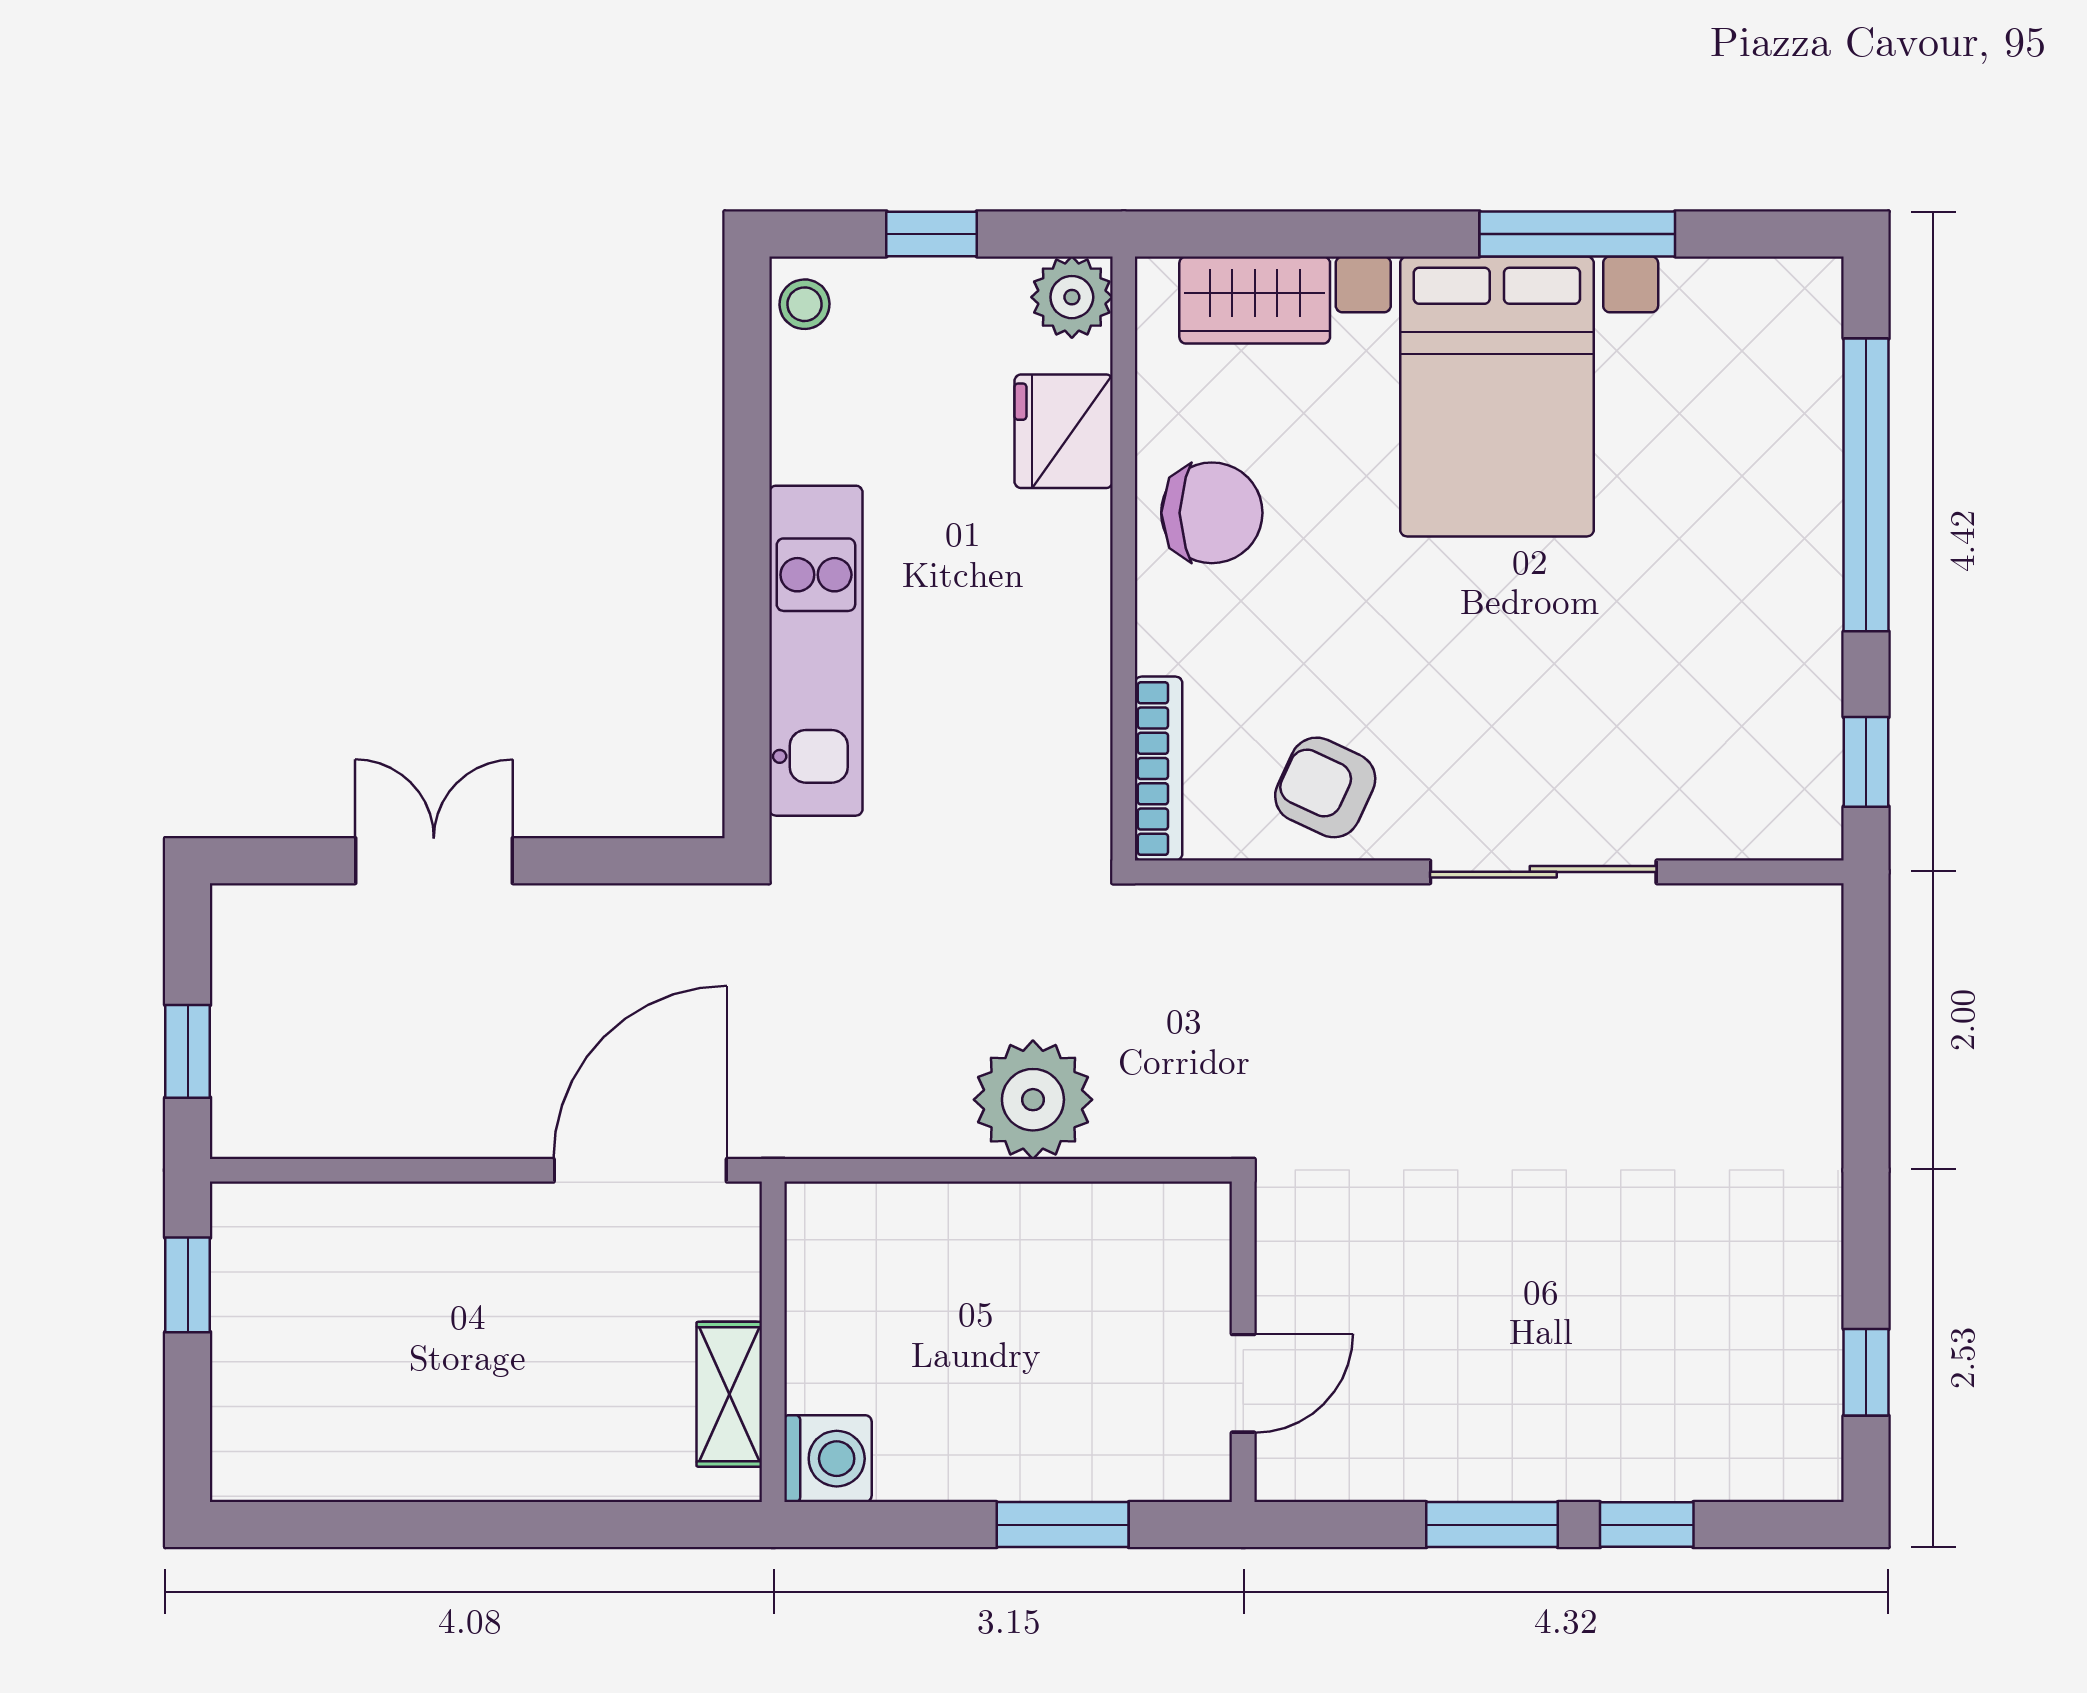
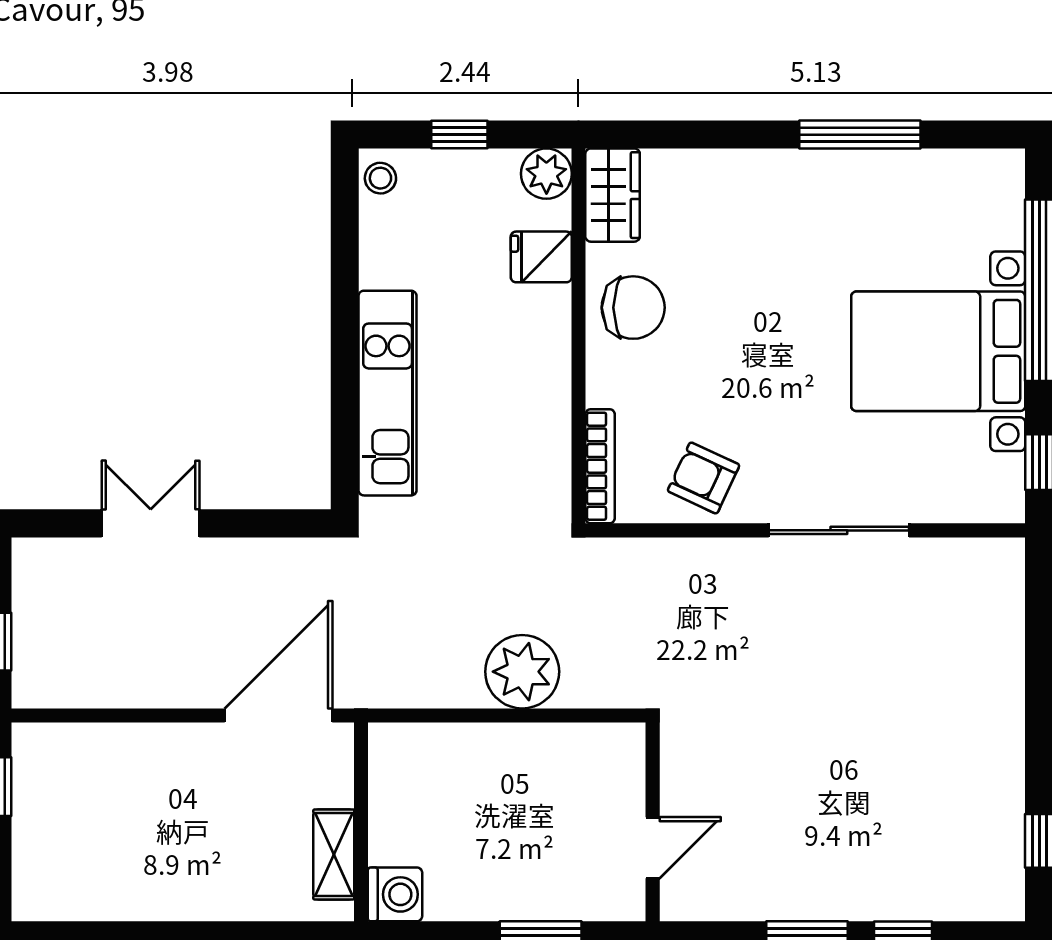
wardrobe: (1255, 300) -> (613, 195), moved, turned -90
bed with nightstands: (1497, 396) -> (938, 351), moved, turned 90
fridge: (1064, 431) -> (541, 257), width x0.72

